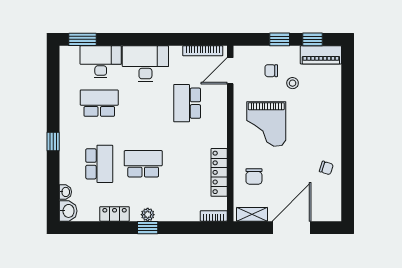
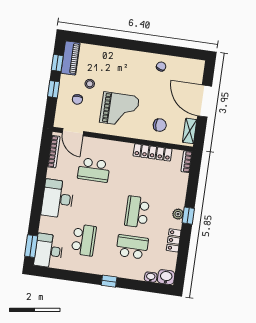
desk: (101, 62) -> (49, 251), moved
school desk: (99, 103) -> (84, 240), turned 180

